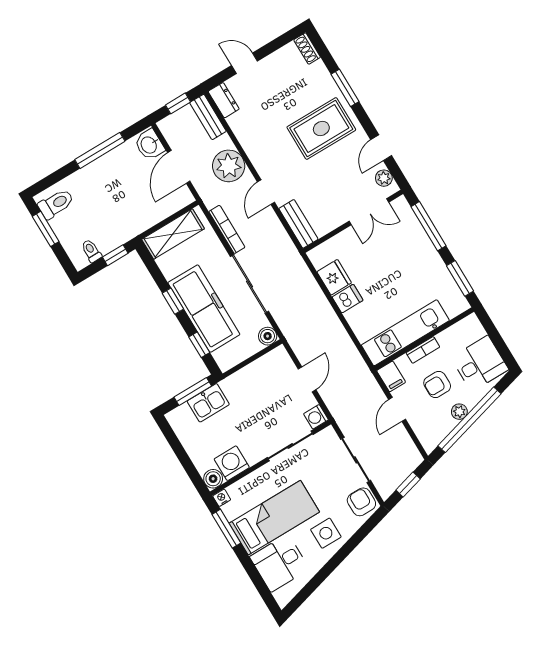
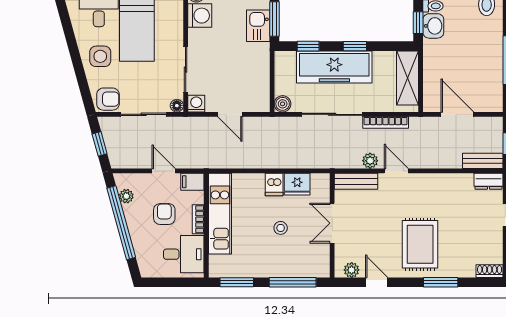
washbasin: (149, 145) -> (433, 26), moved, turned 90
plant: (229, 166) -> (370, 161), moved, width x0.53, depth x0.53
double door: (369, 212) -> (332, 223), moved
stool: (385, 268) -> (281, 228), added
desk: (480, 364) -> (184, 254), moved, turned -90
plant: (459, 412) -> (126, 196), moved
floor lamp: (329, 434) -> (177, 106), added

